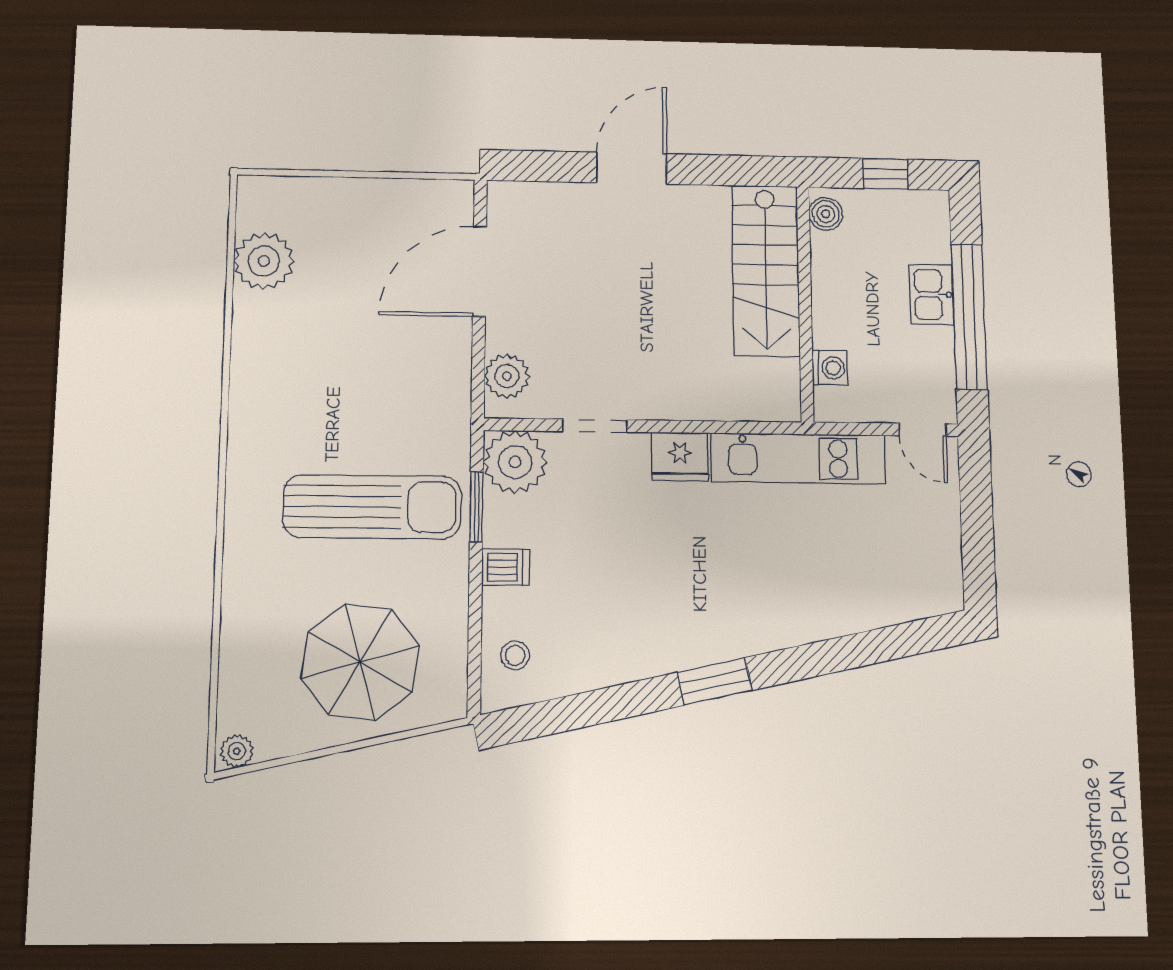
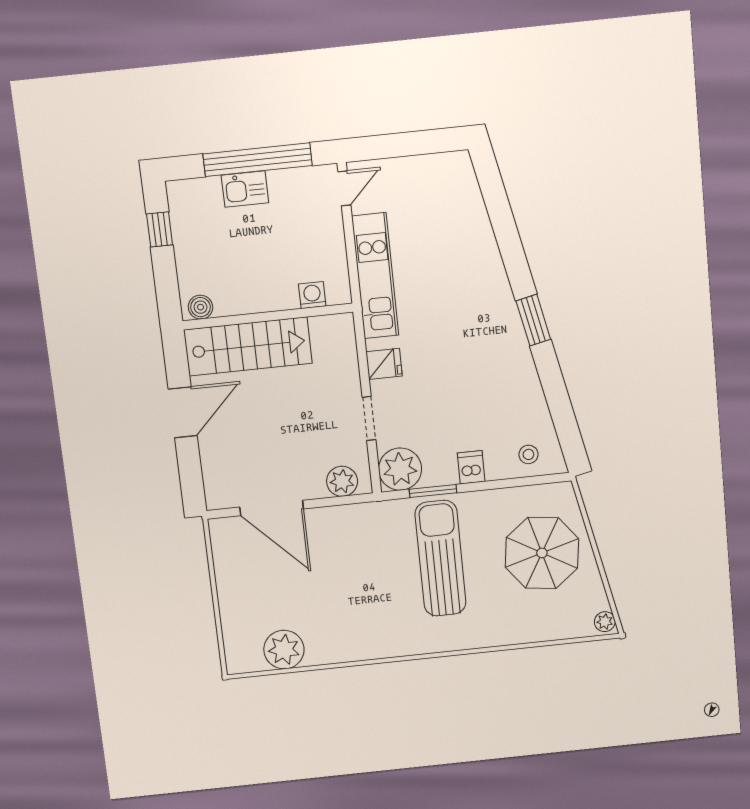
door: (632, 168) -> (183, 412), swing flipped
boiler: (826, 214) -> (201, 307), moved
stairs: (766, 270) -> (248, 346), moved
wall: (805, 303) -> (268, 316), moved
washing machine: (830, 368) -> (312, 295), moved
fridge: (680, 457) -> (384, 364), width x0.72

